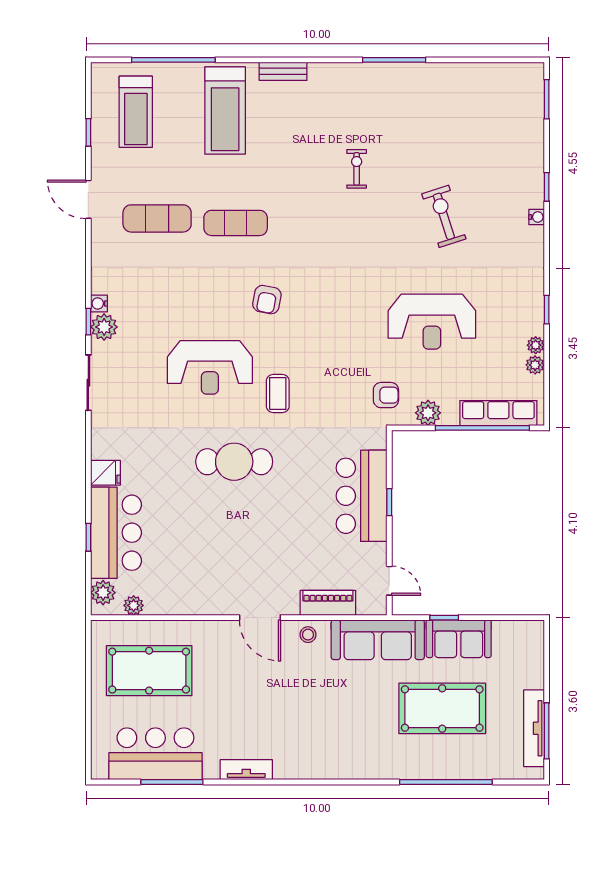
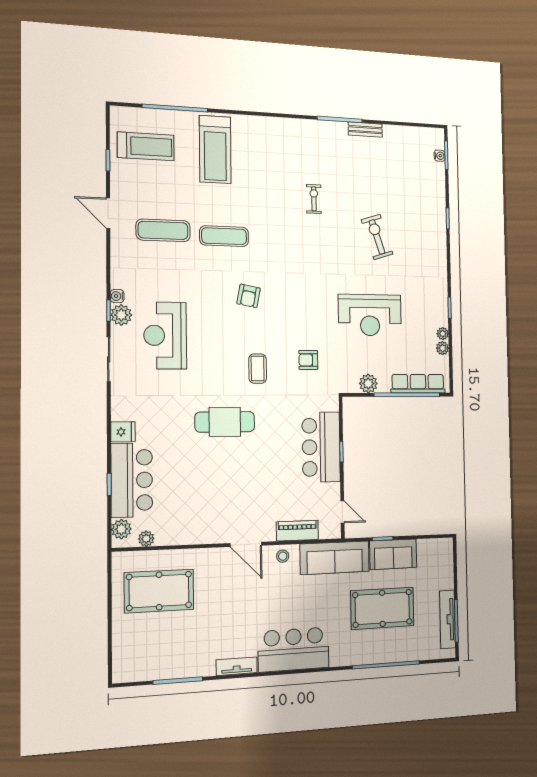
bench: (283, 71) -> (365, 130), moved
treadmill: (136, 112) -> (146, 146), turned -90
water cooler: (537, 217) -> (440, 156), moved
reception desk: (210, 367) -> (165, 335), moved, turned 90
armchair: (386, 395) -> (308, 360), moved, turned 180
bar counter: (155, 754) -> (294, 649), moved

